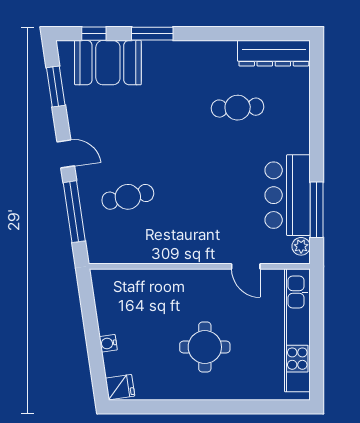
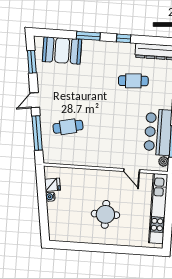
window: (94, 34) -> (124, 38), moved
door: (66, 154) -> (35, 100), swing flipped
water cooler: (108, 343) -> (50, 197), moved
fridge: (120, 387) -> (52, 185), moved

